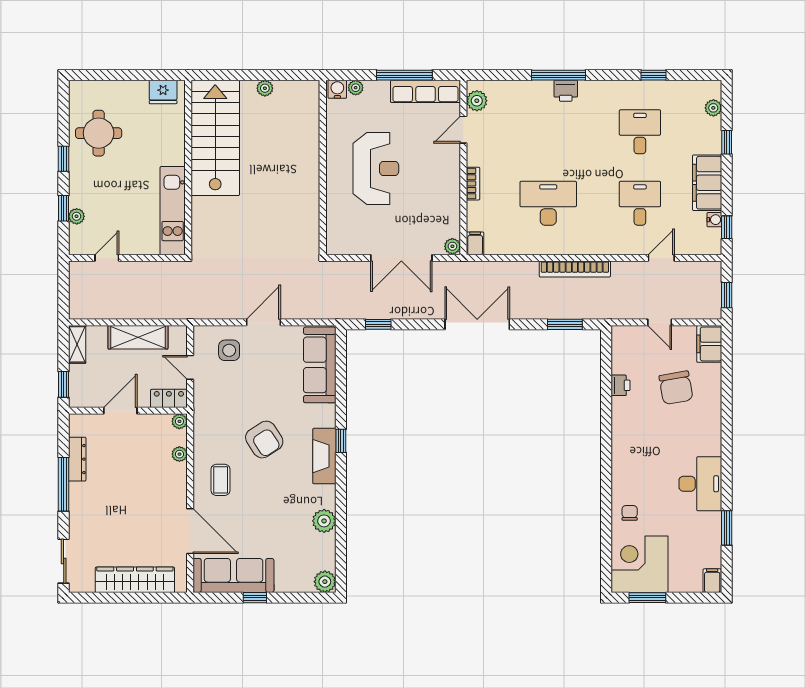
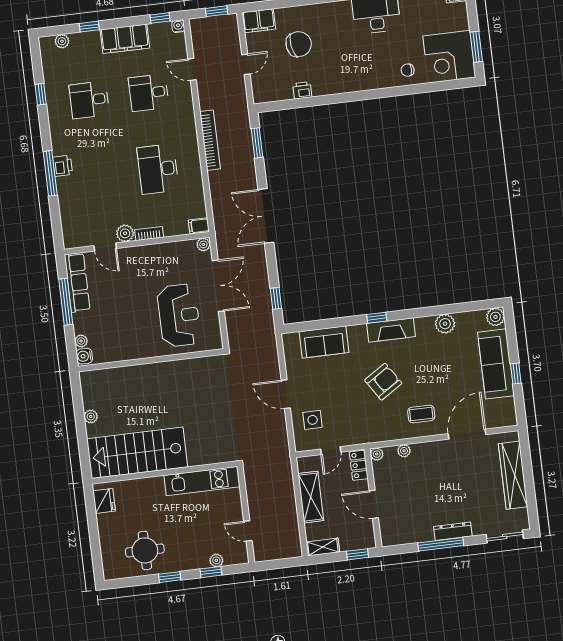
plant: (477, 101) -> (125, 233), moved
reception desk: (376, 169) -> (179, 315), moved, turned 90
water cooler: (714, 220) -> (178, 26), moved
sofa: (320, 365) -> (324, 342), width x0.73
dresser: (77, 459) -> (453, 531), moved
sofa: (233, 575) -> (496, 364), moved

